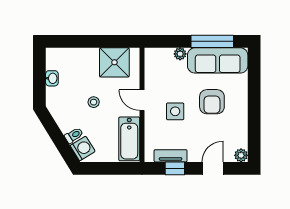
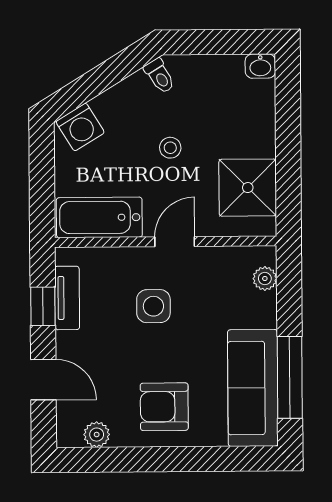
plant: (180, 54) -> (265, 279), moved
washbasin: (52, 78) -> (260, 66), moved
armchair: (212, 102) -> (164, 407), moved
toilet: (74, 135) -> (160, 76), moved
plant: (241, 155) -> (97, 435), moved

